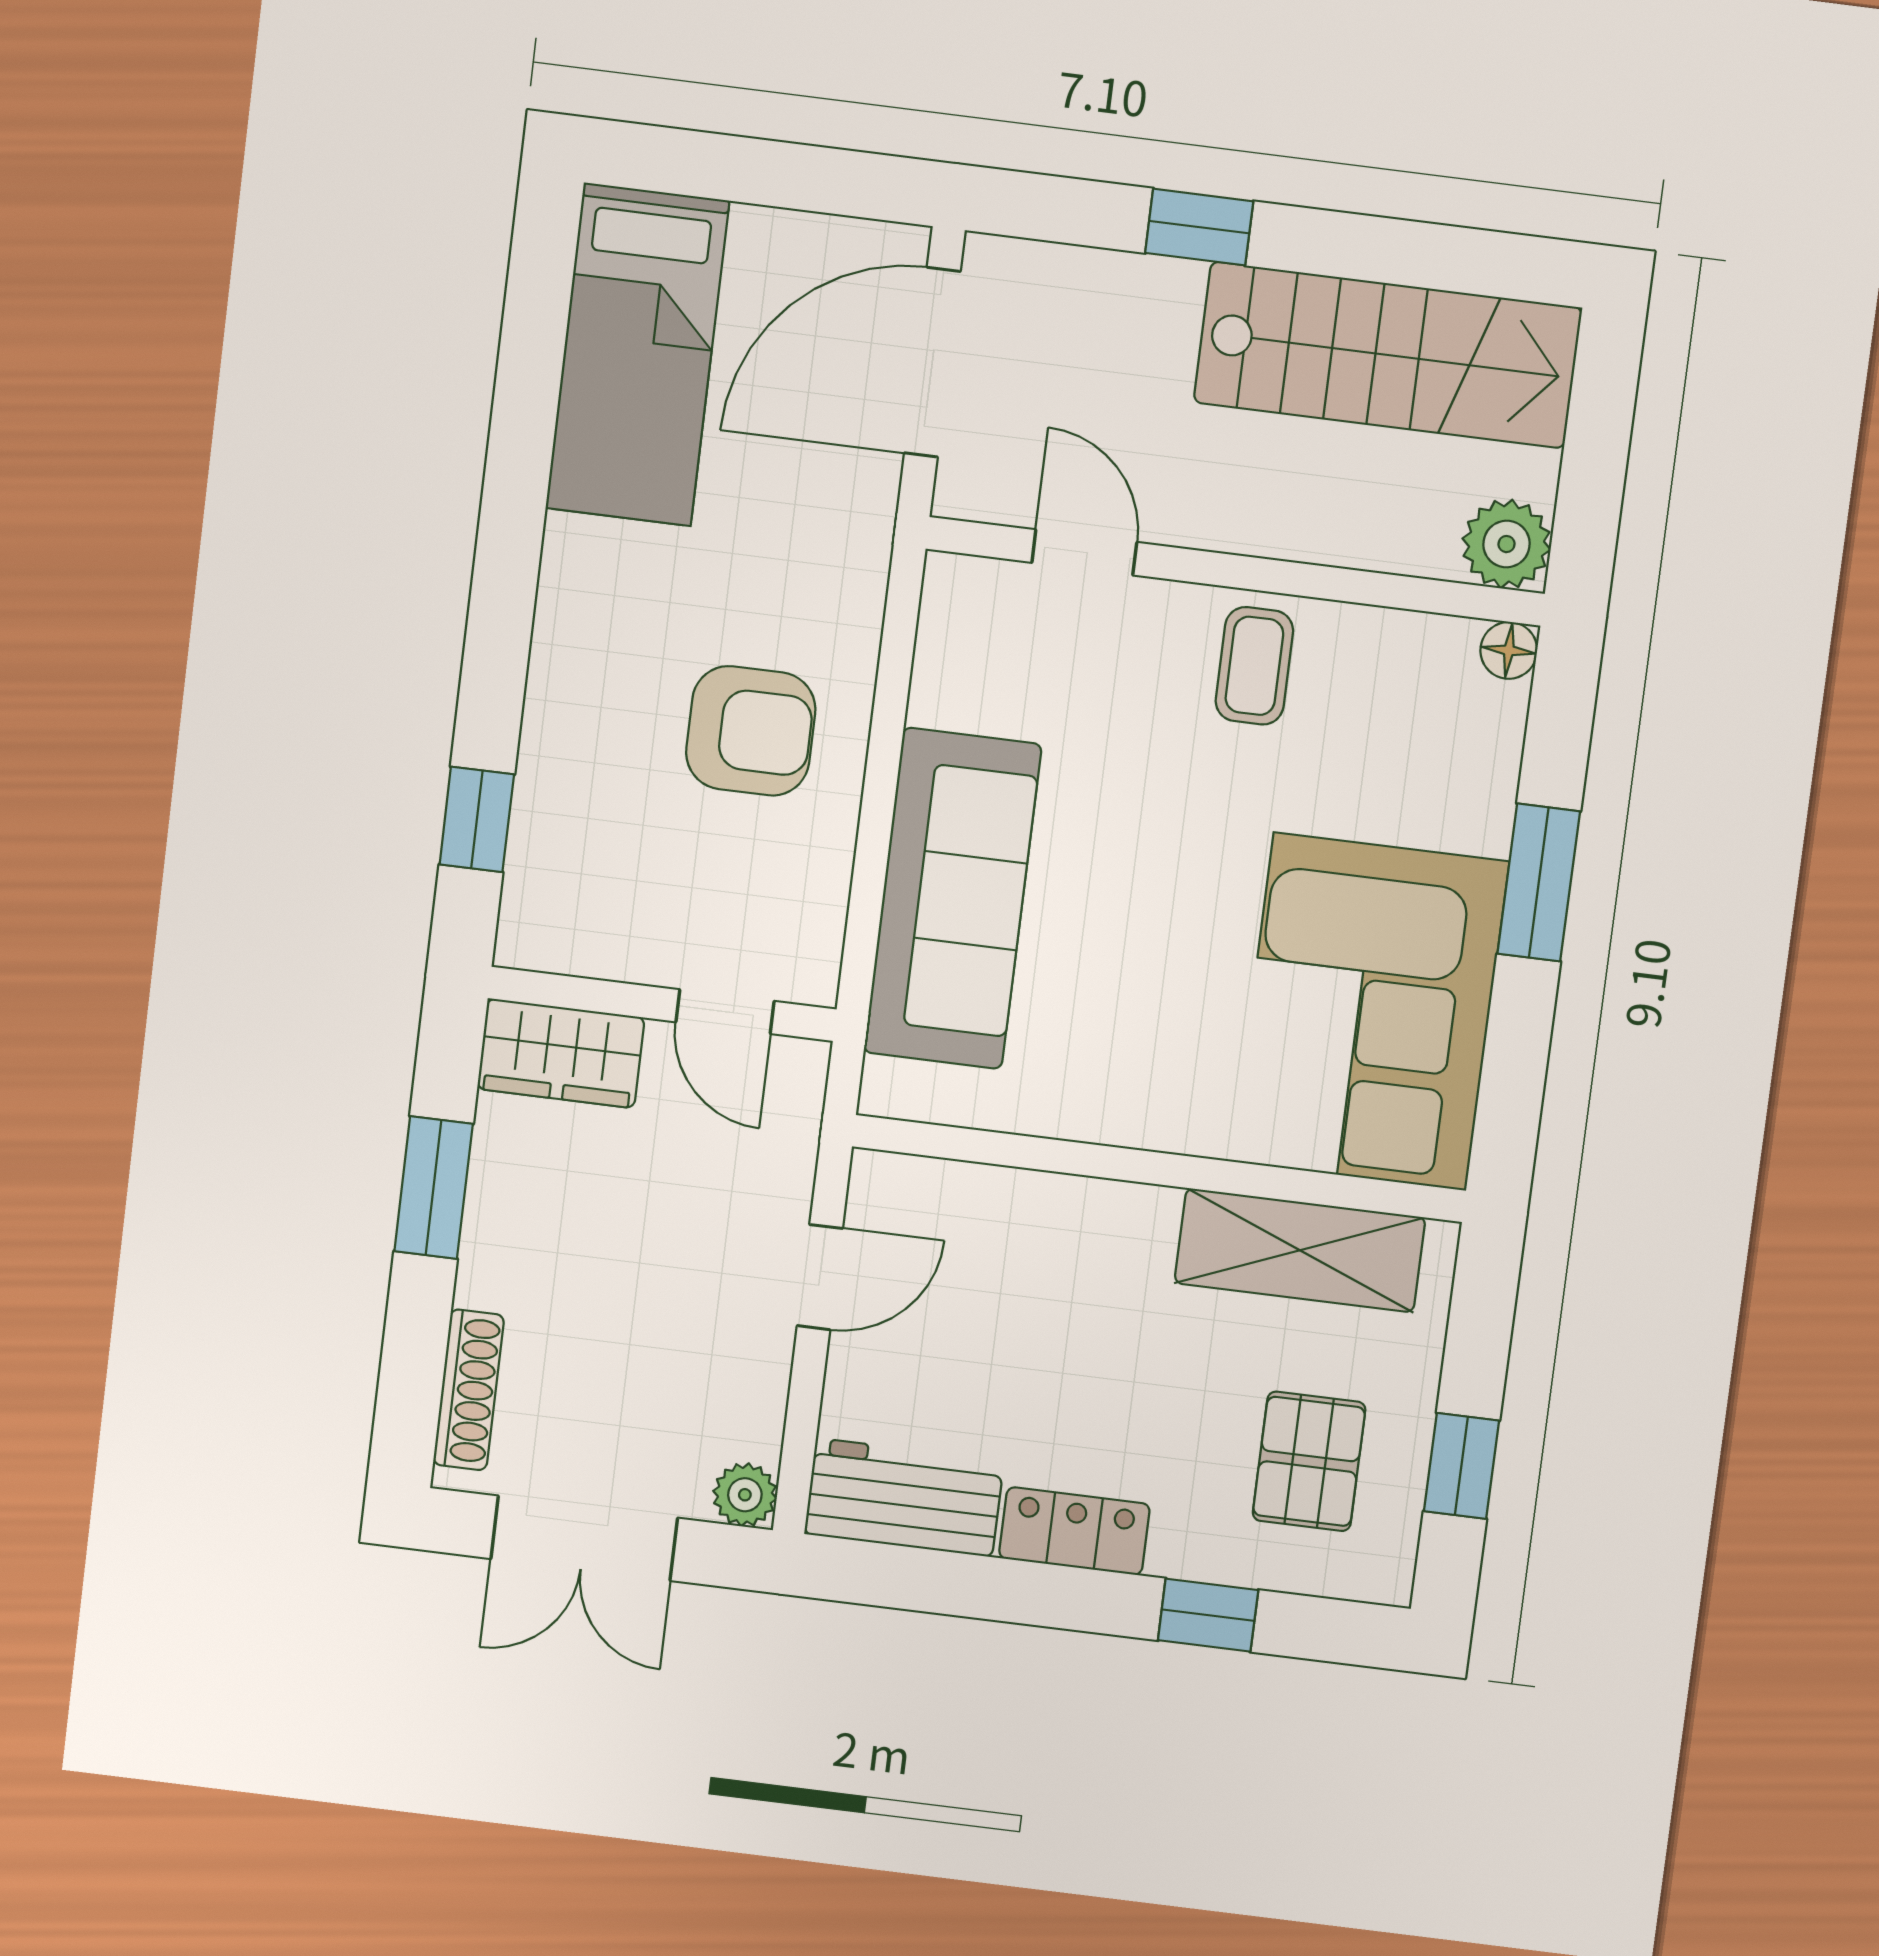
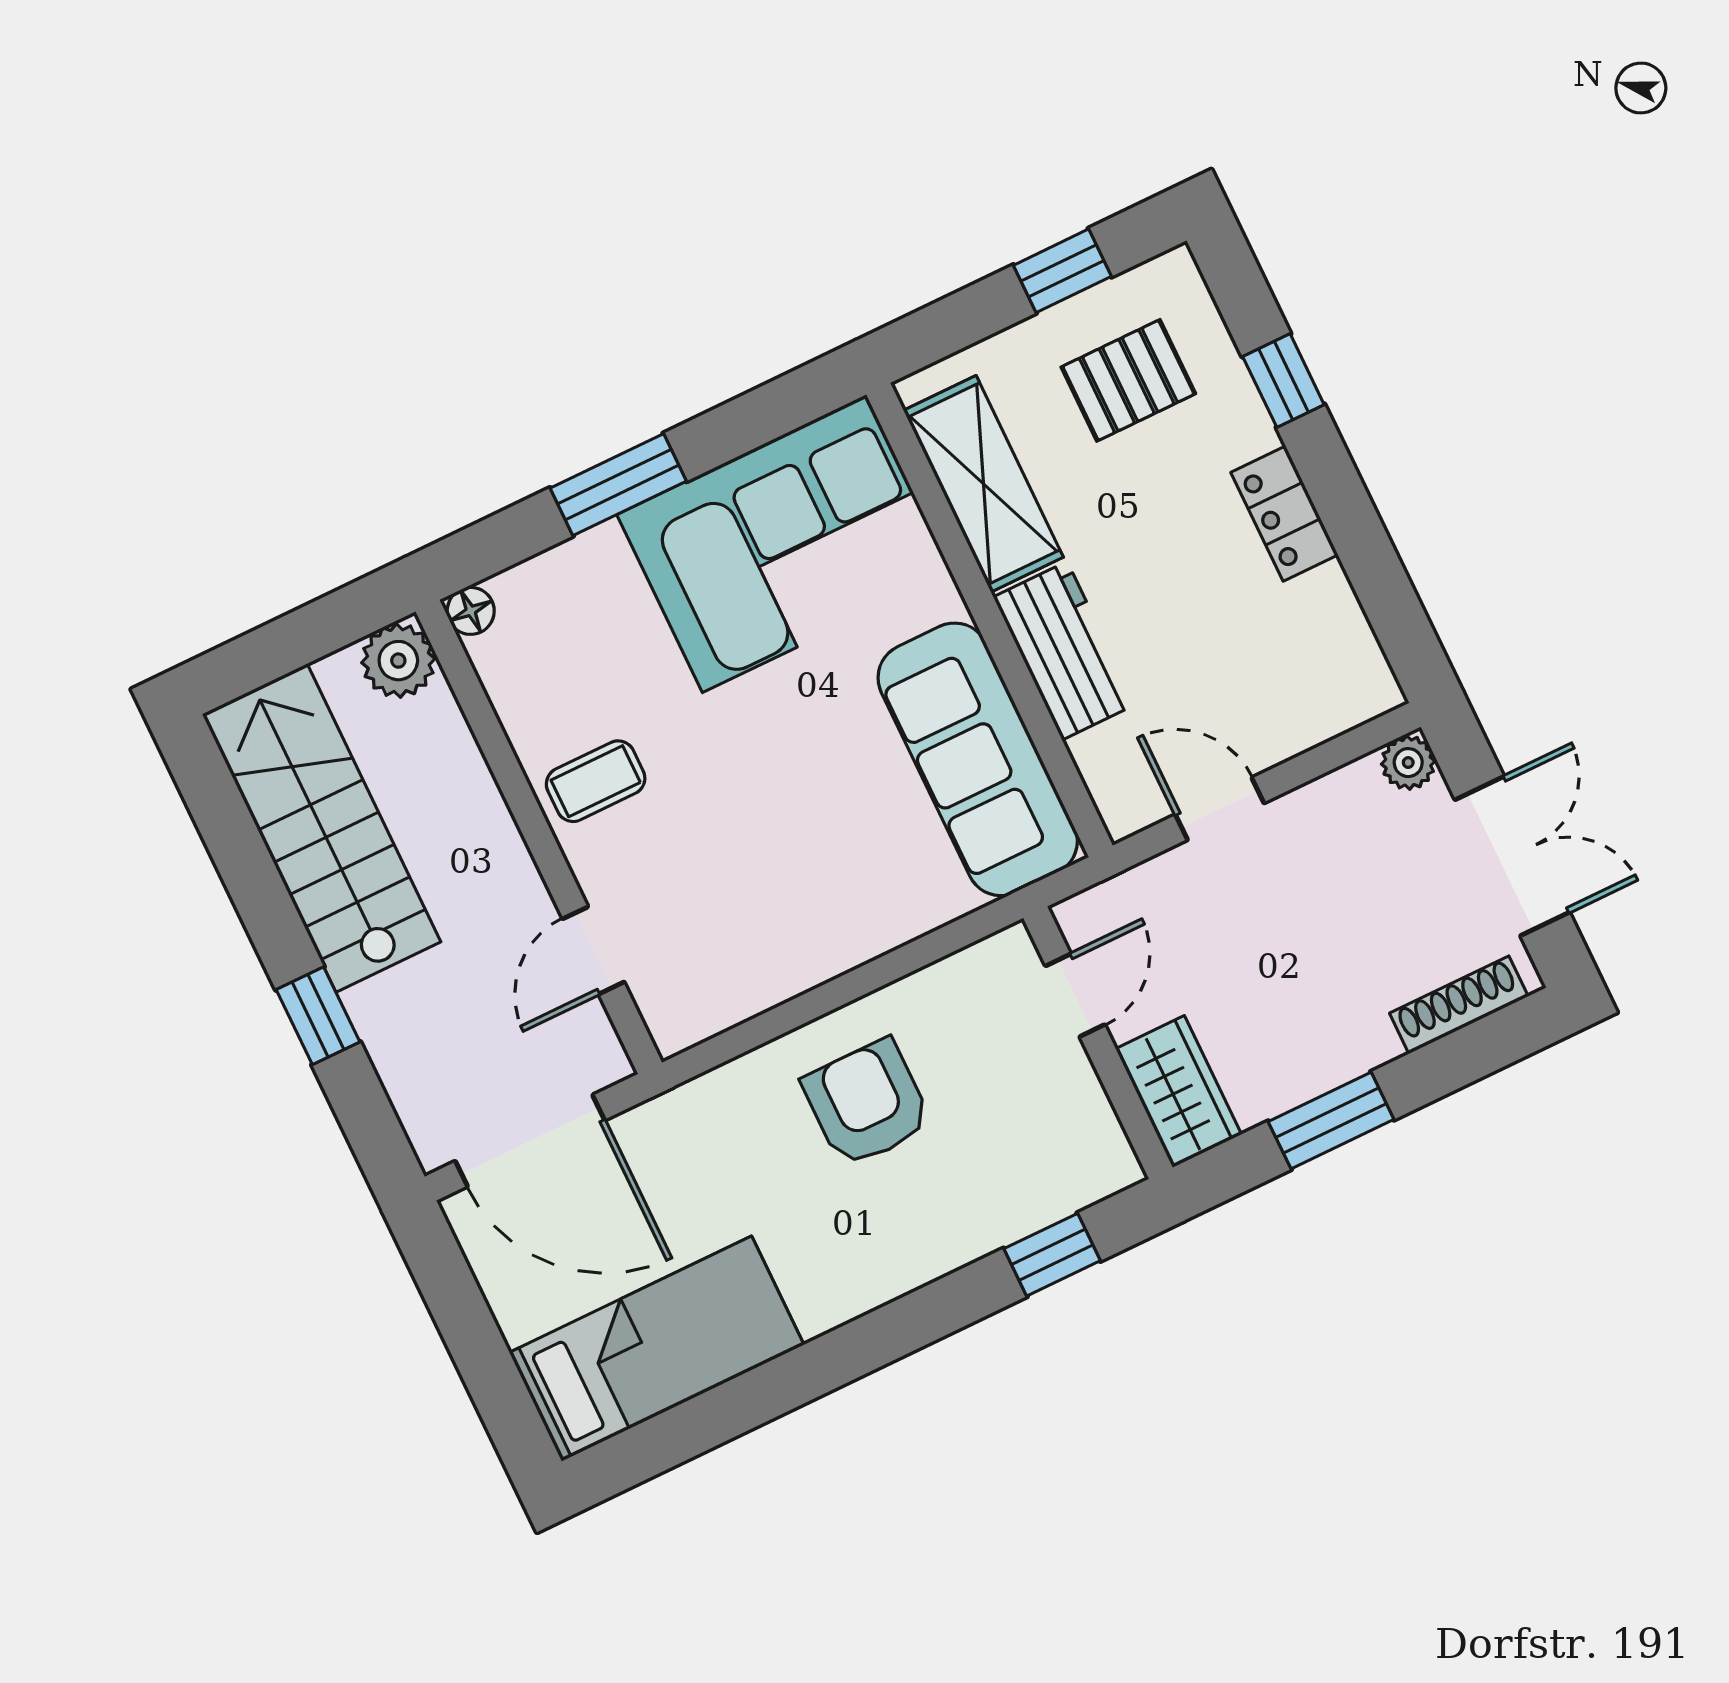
sofa: (953, 899) -> (978, 759), moved, turned -90
workbench: (904, 1498) -> (1065, 651), moved, turned 180

